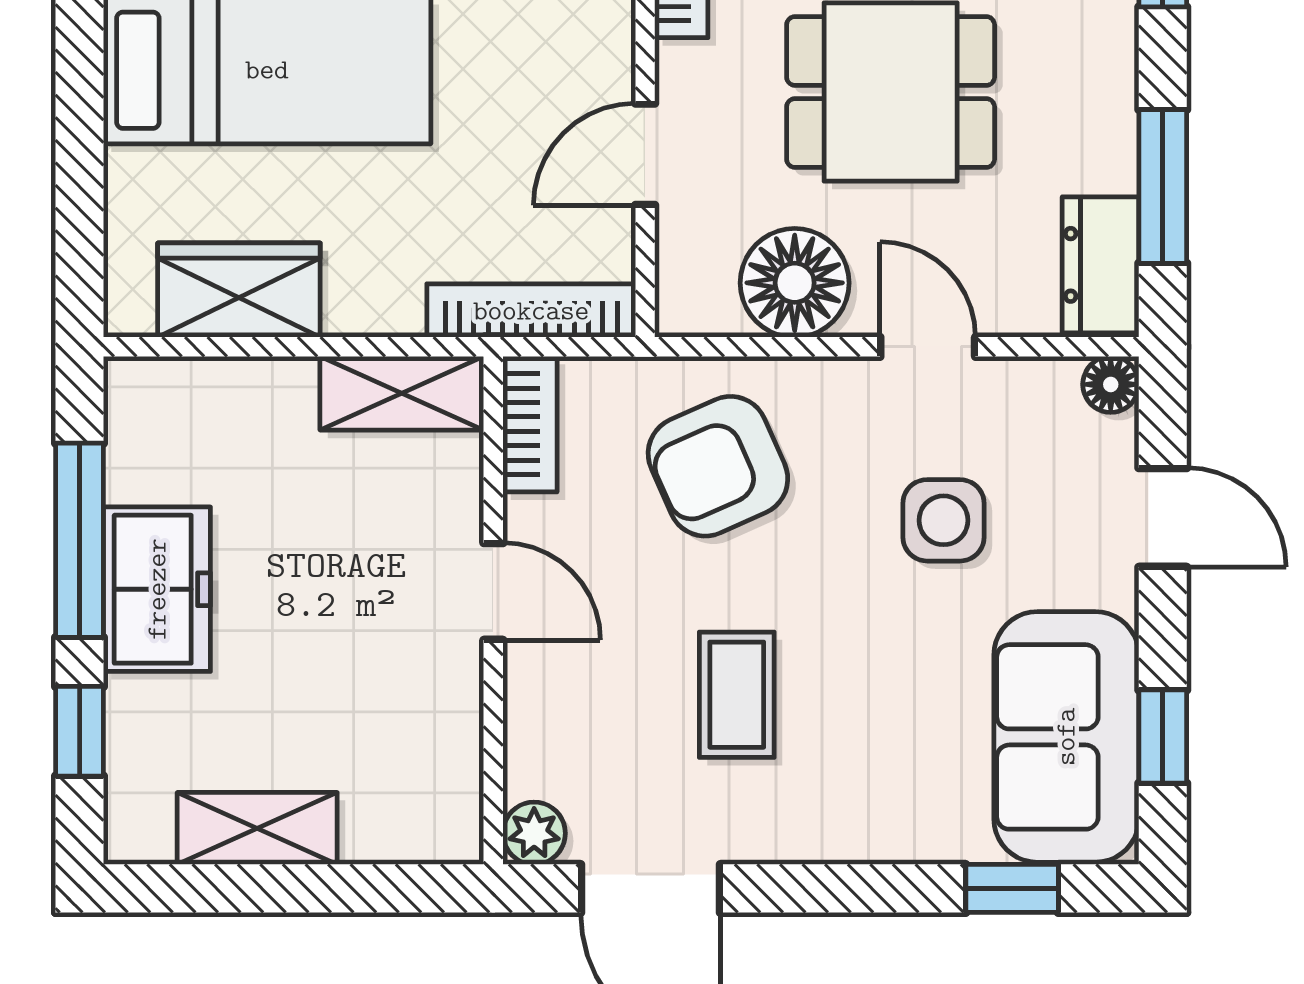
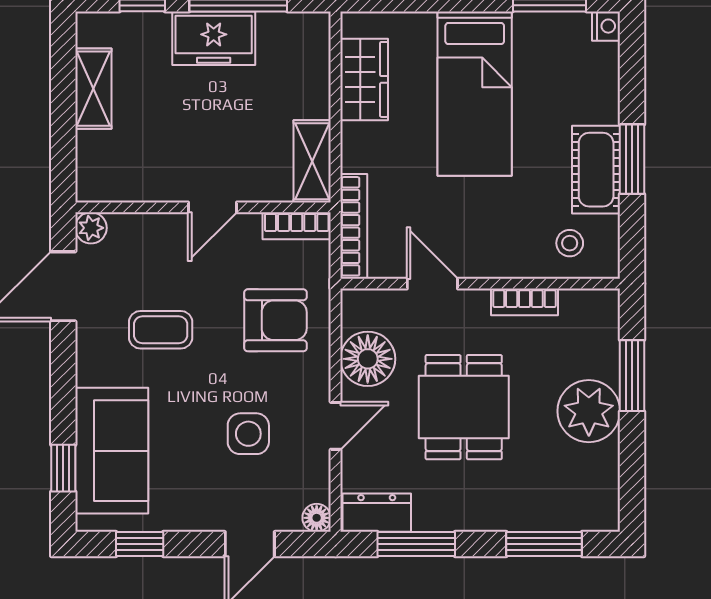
armchair: (718, 466) -> (276, 320), turned 114
sofa: (1066, 737) -> (112, 451), moved, turned 90

